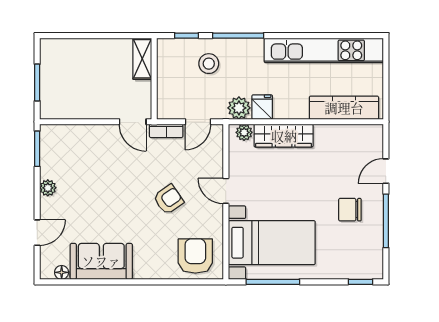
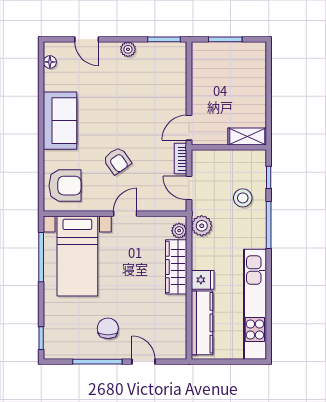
fridge: (262, 107) -> (203, 280), moved
sofa: (101, 261) -> (60, 121), moved

